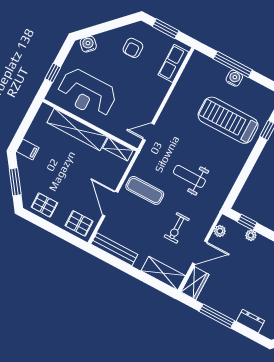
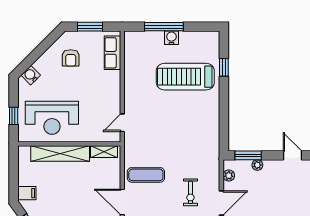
weight bench: (189, 176) -> (178, 142), removed
window: (247, 222) -> (248, 155), width x1.50

